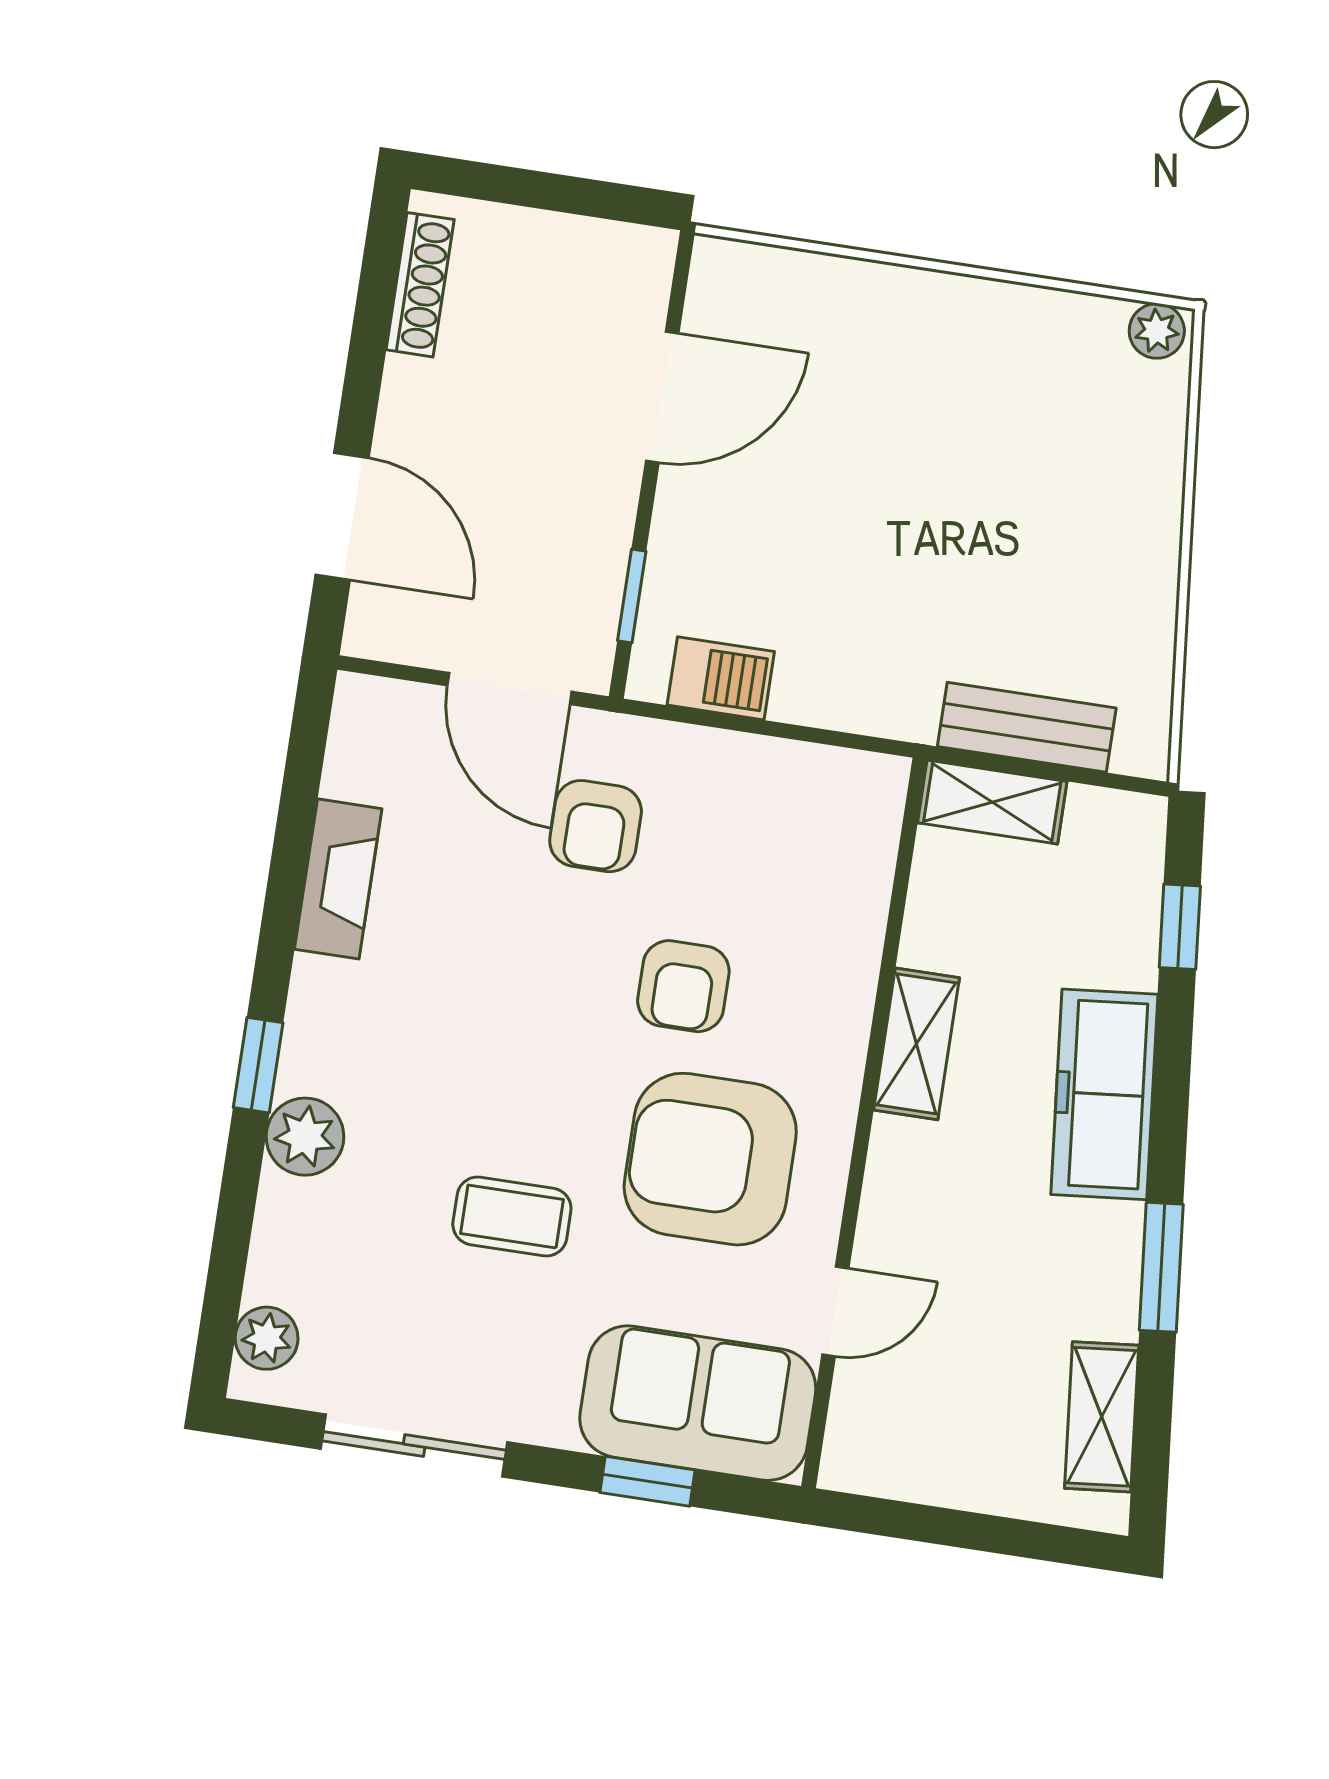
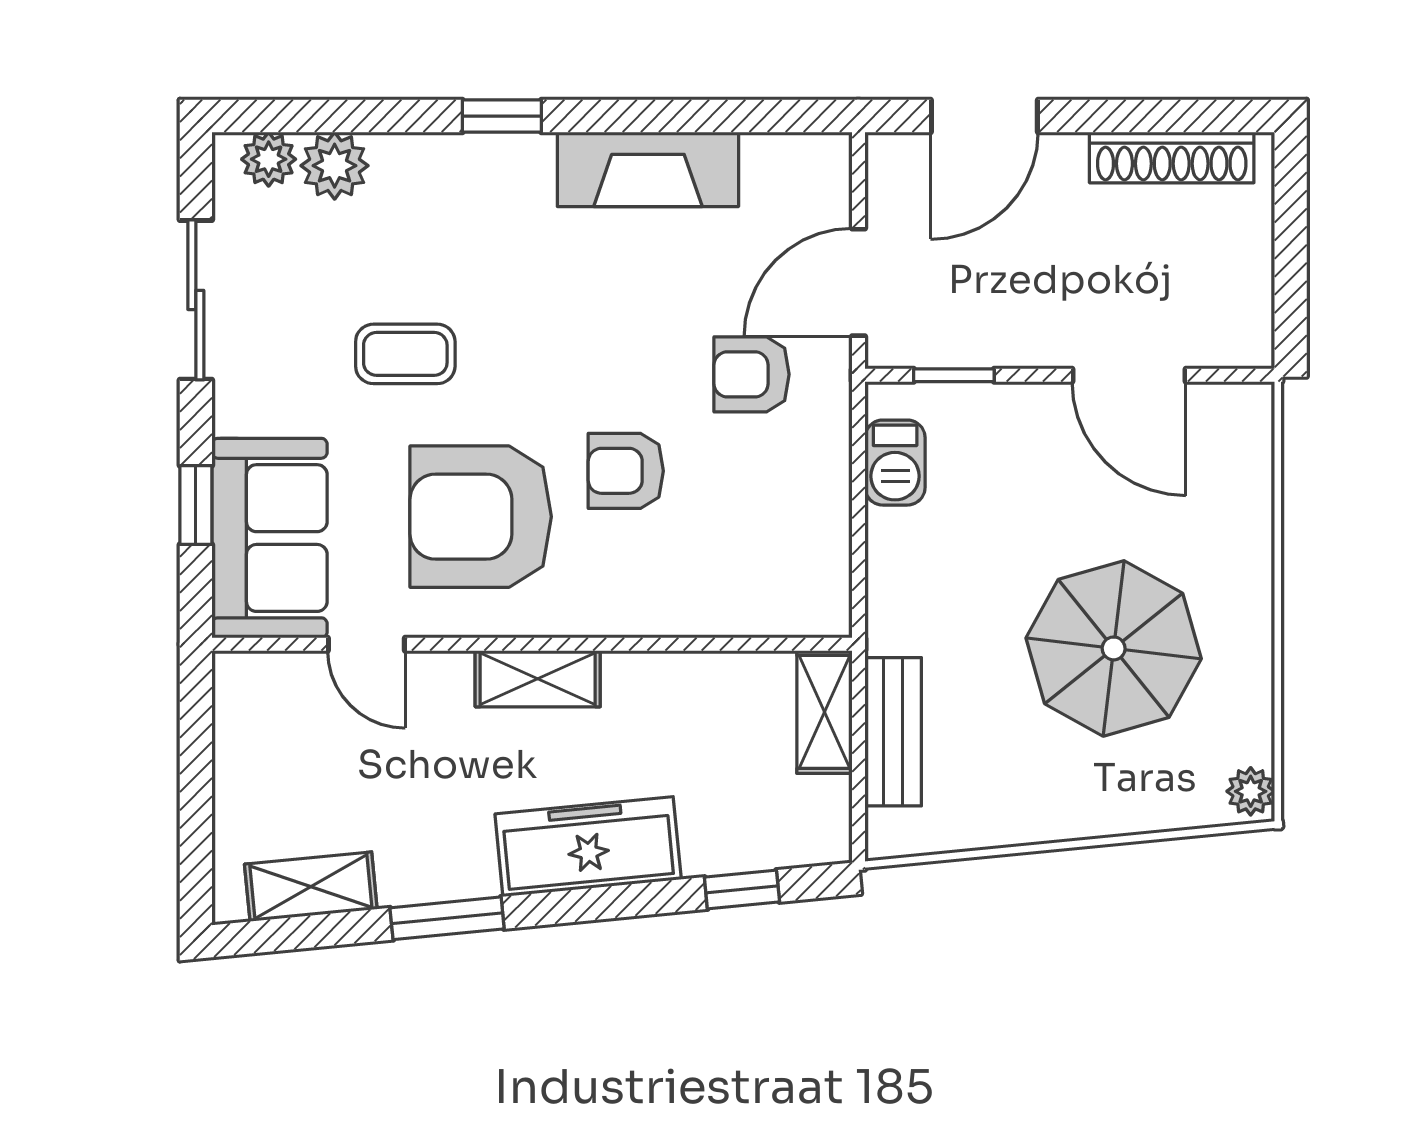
shoe rack: (420, 285) -> (1172, 157), width x1.36, depth x1.24
parasol: (970, 462) -> (1114, 648), added
fireplace: (338, 879) -> (648, 169), width x1.37, depth x1.32
shelving: (917, 1044) -> (538, 679), moved
plant: (305, 1137) -> (335, 166), moved
armchair: (710, 1159) -> (481, 517), turned -90
coffee table: (512, 1217) -> (405, 354), turned 90

